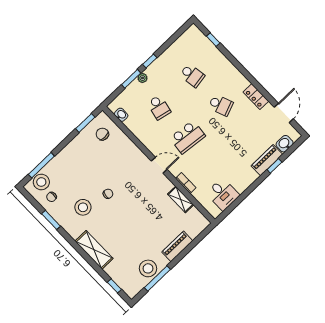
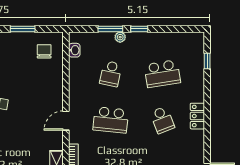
school desk: (192, 75) -> (162, 74), width x1.85
locker: (256, 97) -> (197, 116), moved
window: (85, 123) -> (23, 29), moved
door: (159, 165) -> (66, 121), swing flipped

